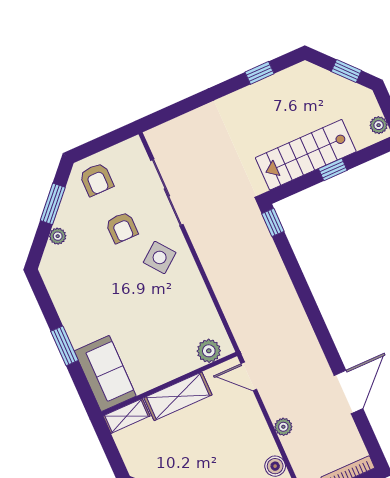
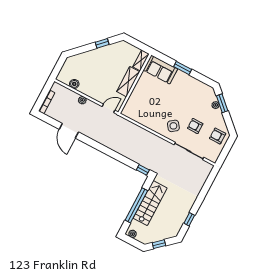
window: (333, 170) -> (136, 205), width x3.17
window: (53, 204) -> (222, 103), moved
plant: (209, 351) -> (130, 106), removed

